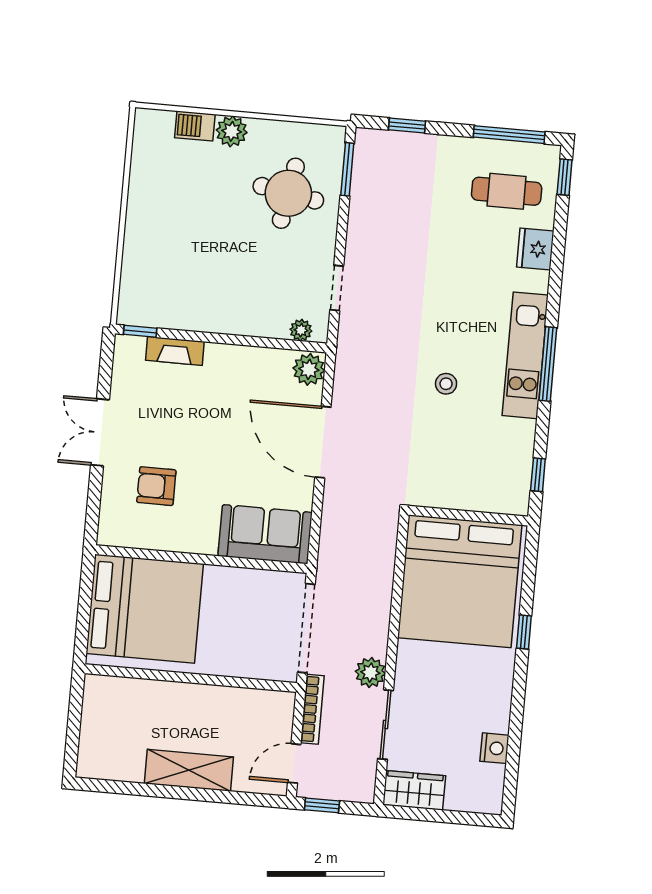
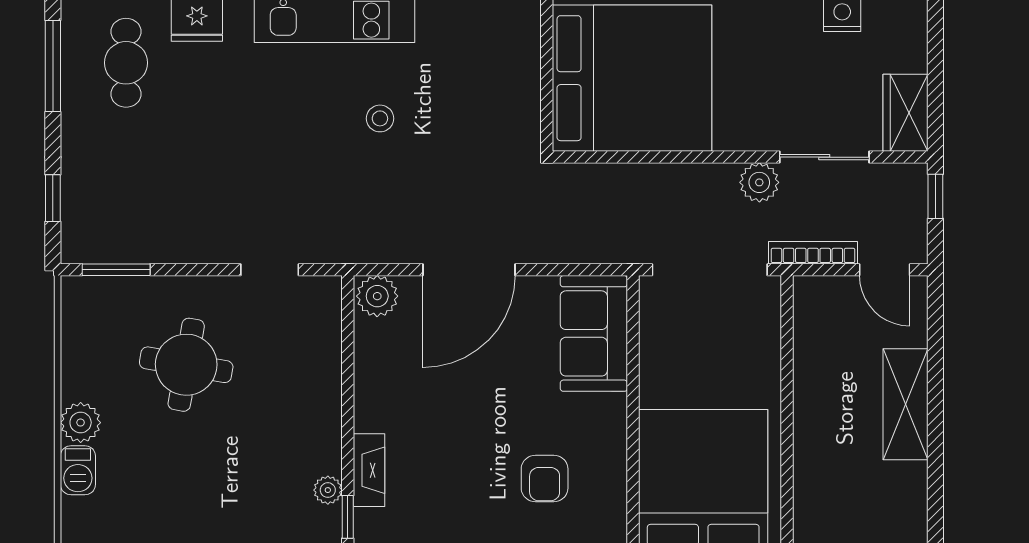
round table: (288, 193) -> (186, 365), moved
plant: (301, 330) -> (328, 490), moved
window: (322, 805) -> (935, 196), moved

